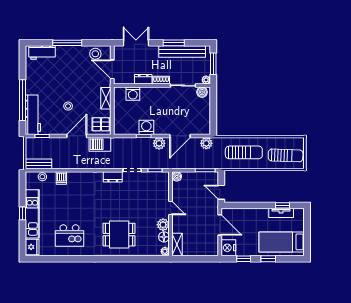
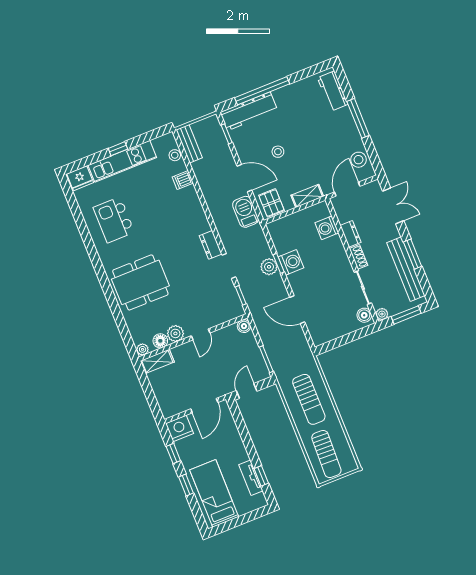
plant: (159, 143) -> (269, 267), moved
plant: (206, 143) -> (301, 347), removed
dining table: (119, 235) -> (140, 282), width x1.38

